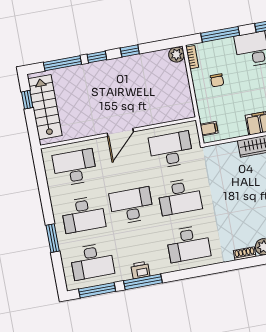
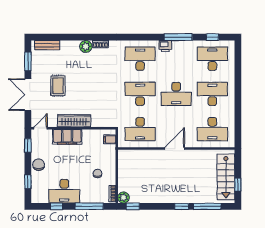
window: (130, 51) -> (133, 206), moved
window: (53, 238) -> (238, 81), removed
printer: (140, 270) -> (165, 46), moved
window: (97, 290) -> (212, 37), width x0.46

